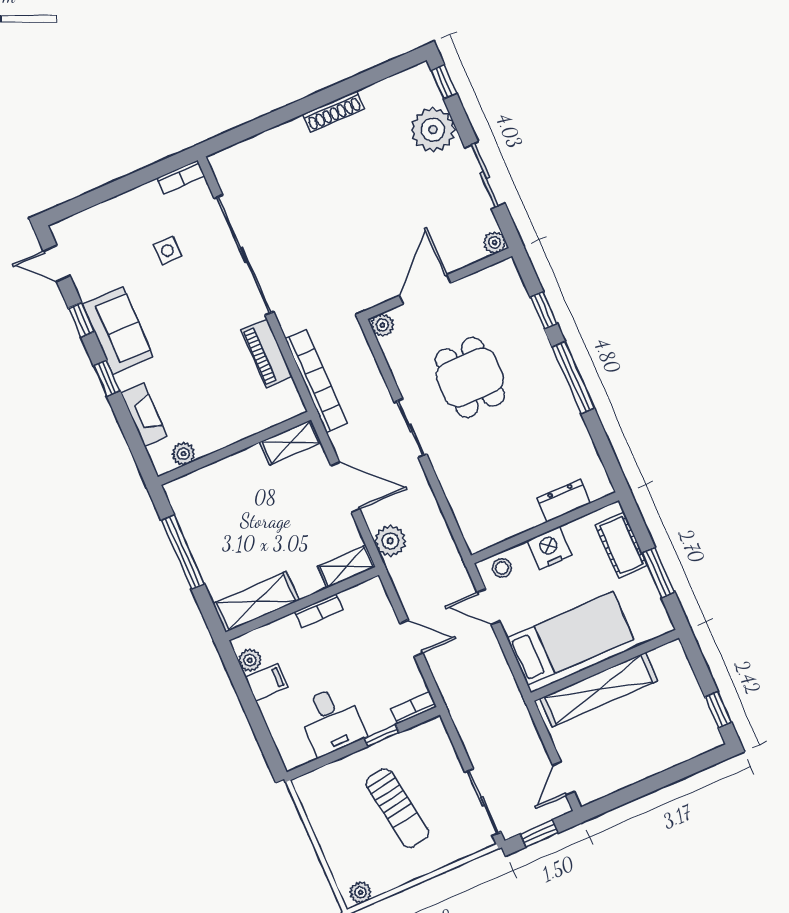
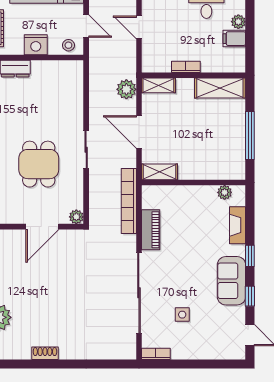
shoe rack: (333, 112) -> (45, 353), width x0.70
plant: (250, 660) -> (238, 22), moved

